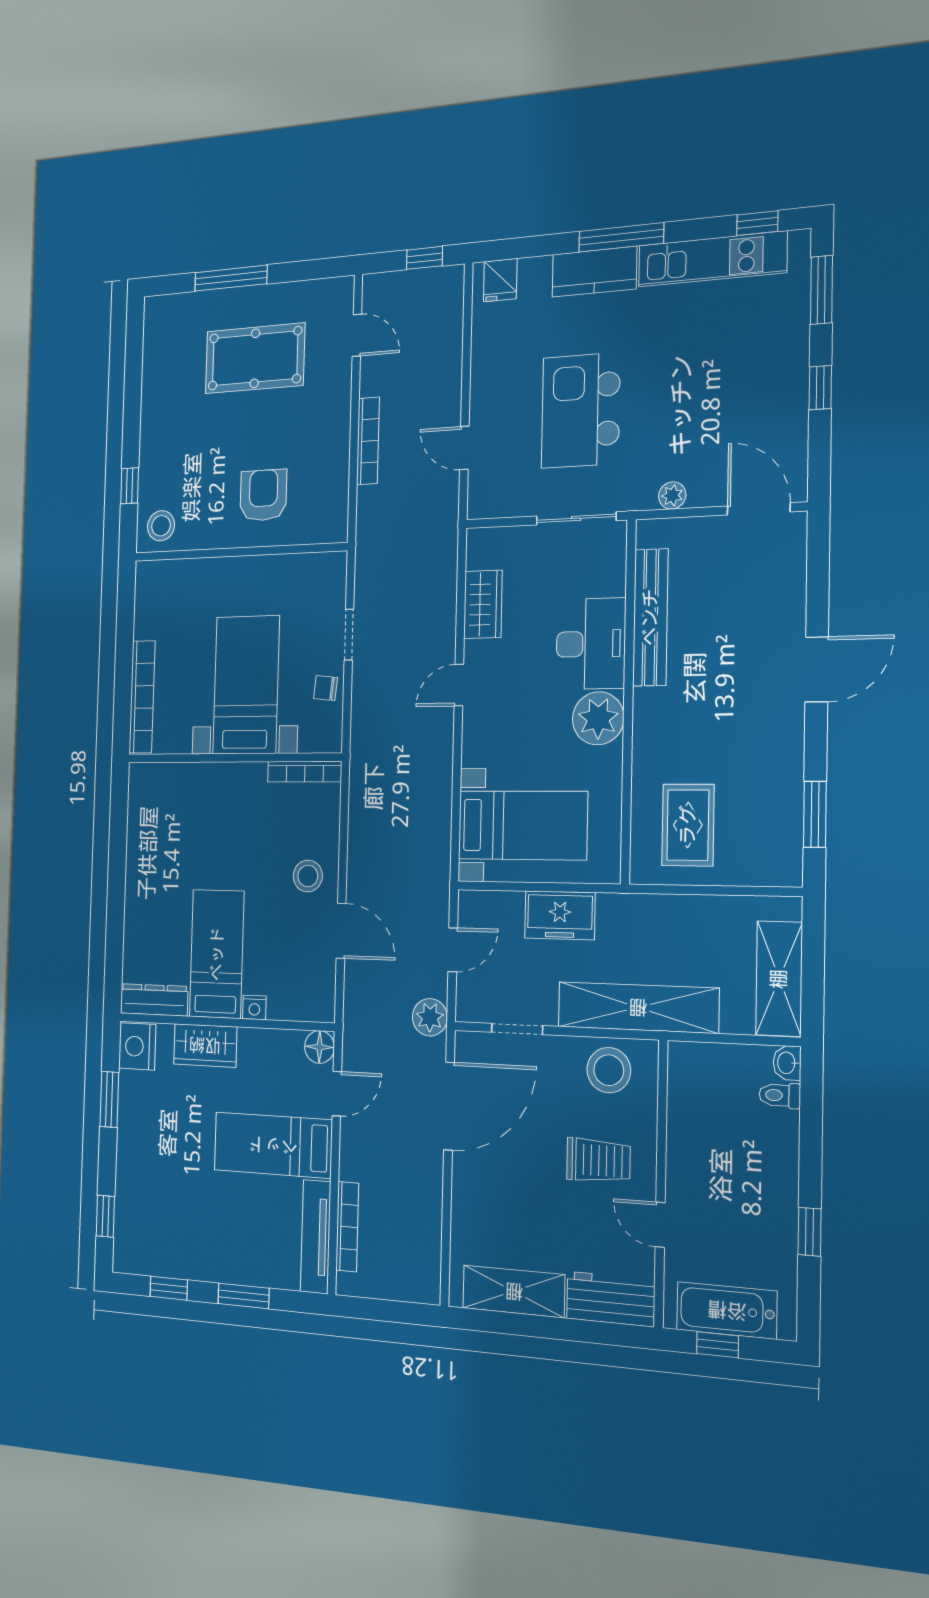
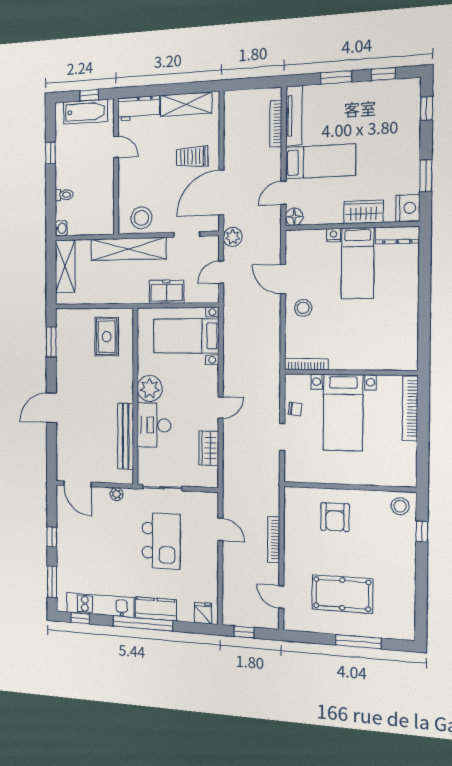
window: (621, 237) -> (143, 623), width x1.46
toilet: (780, 1095) -> (64, 195), moved
trolley: (598, 1160) -> (192, 157), moved

